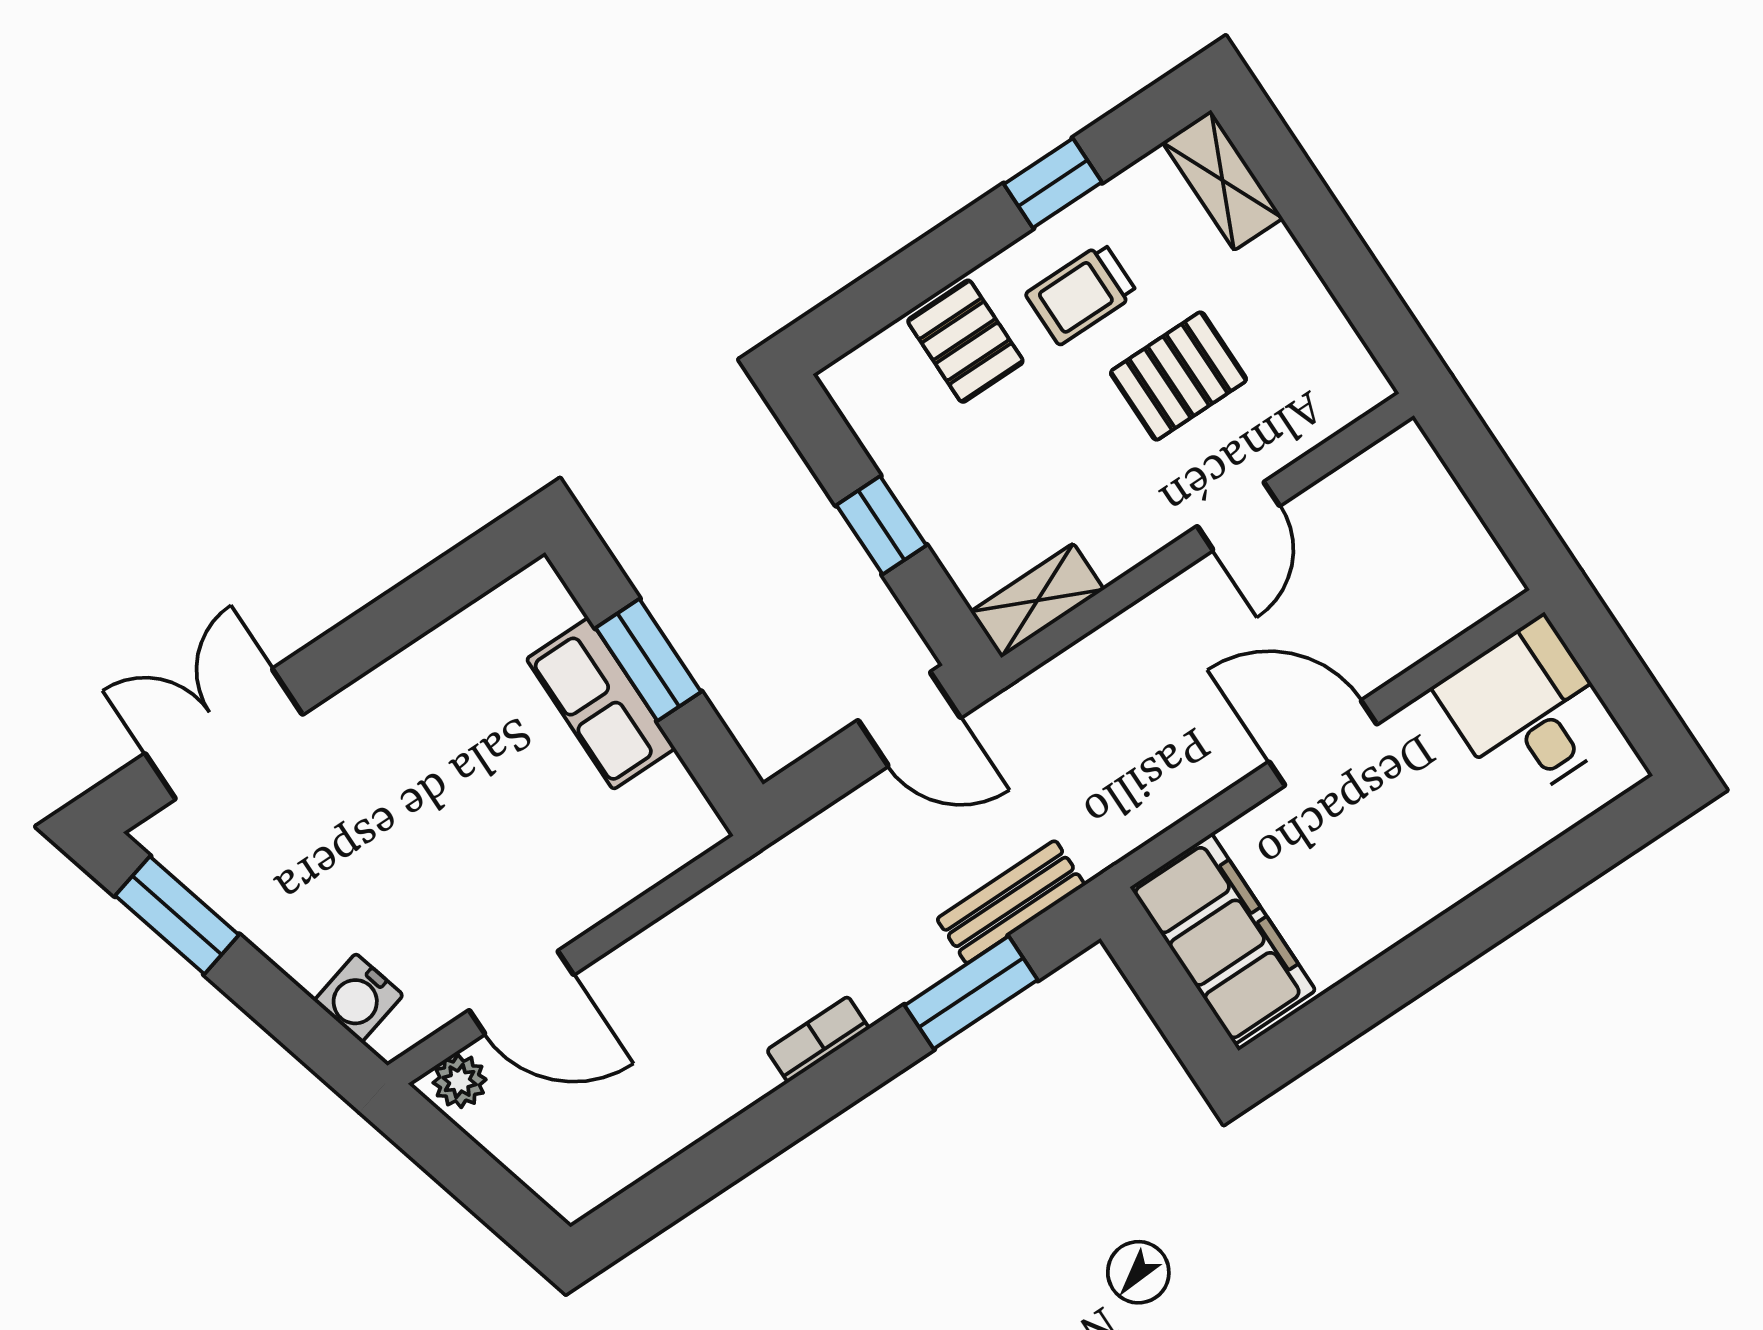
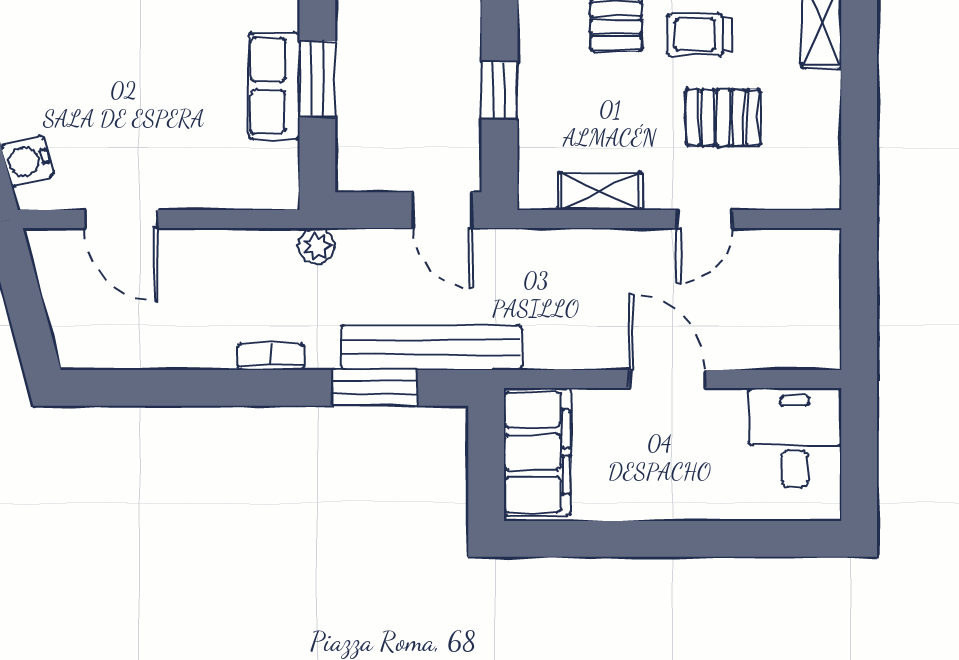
shelving: (1037, 601) -> (600, 191), moved
bench: (1011, 902) -> (431, 348), width x1.86, depth x1.21
plant: (460, 1081) -> (317, 246), moved

